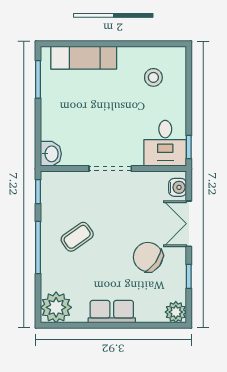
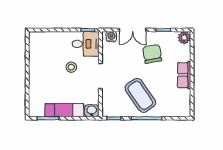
exam couch: (84, 58) -> (64, 110), moved, turned -90
stool: (153, 77) -> (71, 67), moved
coffee table: (77, 237) -> (140, 95), width x1.86, depth x1.72
chair: (148, 257) -> (152, 54), turned 135
plant: (56, 307) -> (182, 108), removed

